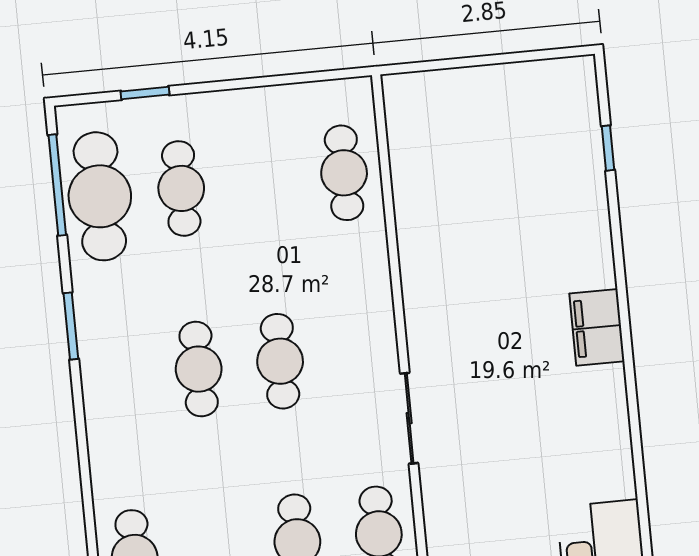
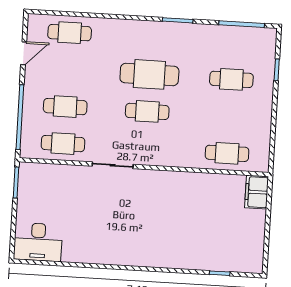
cafe table: (100, 196) -> (234, 42), removed
filing cabinet: (597, 327) -> (257, 192), moved, turned -90
cafe table: (199, 369) -> (149, 74), width x1.37, depth x1.35

